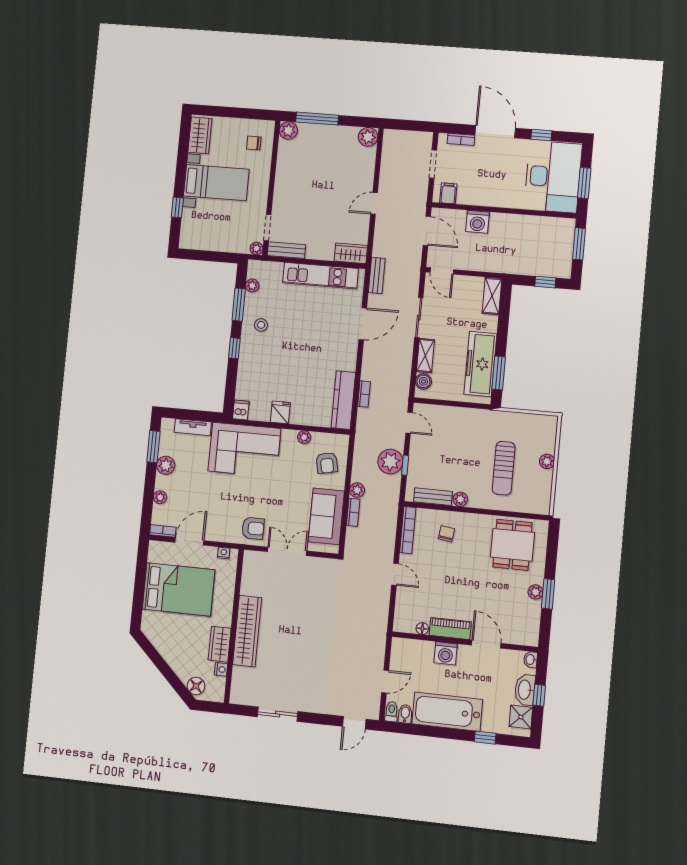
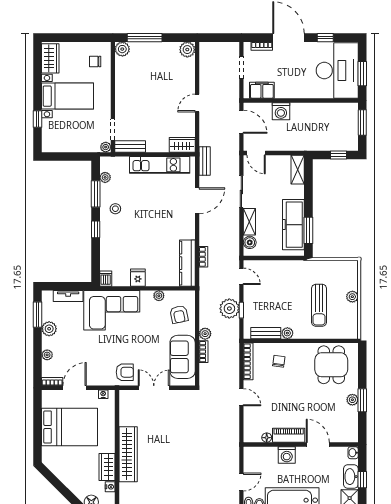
filing cabinet: (448, 193) -> (262, 90), width x2.00

